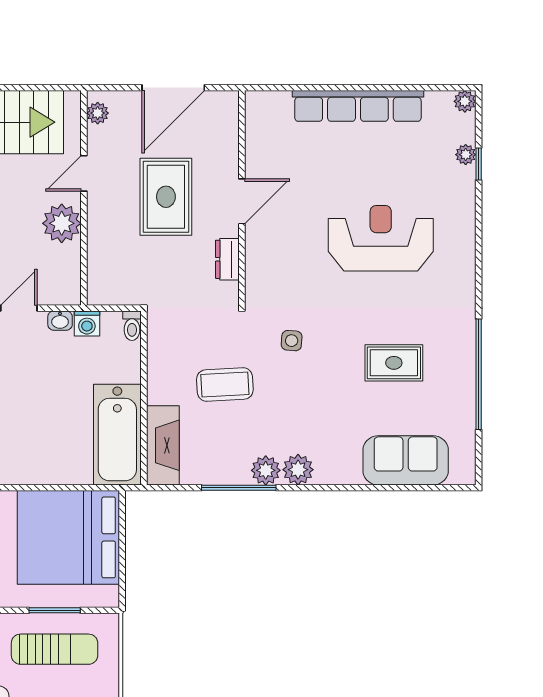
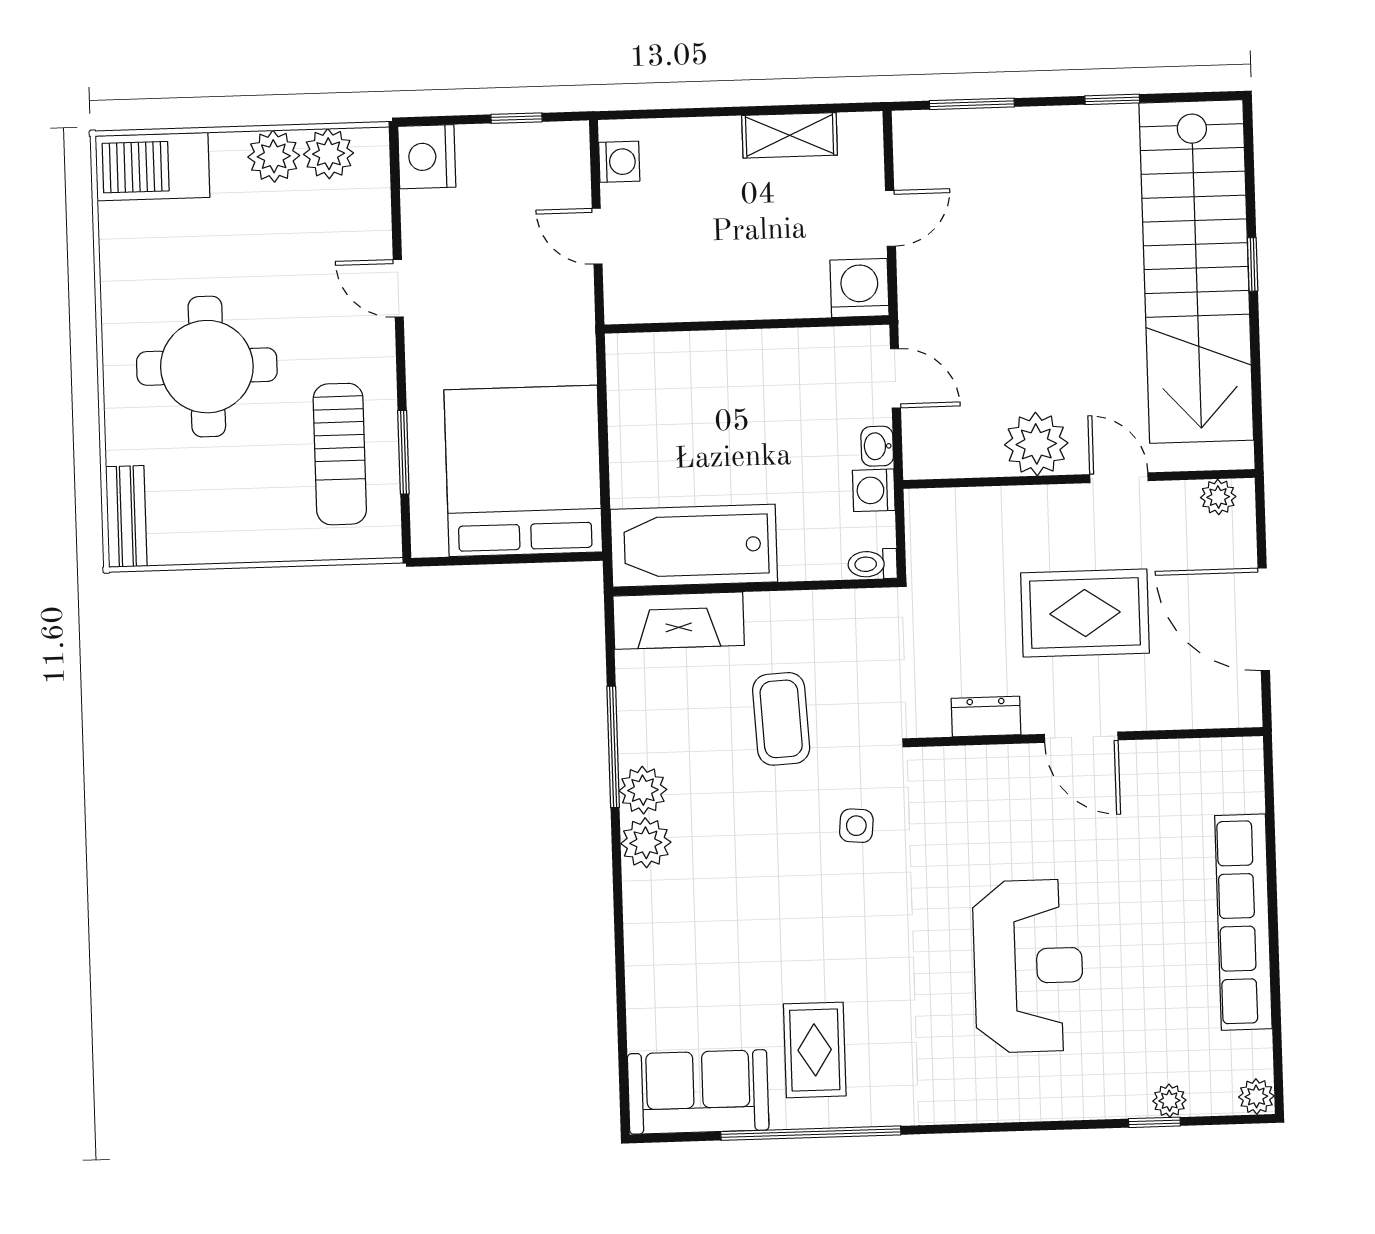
rug: (394, 363) -> (815, 1050), moved
sofa: (406, 460) -> (698, 1092), moved, turned -90

